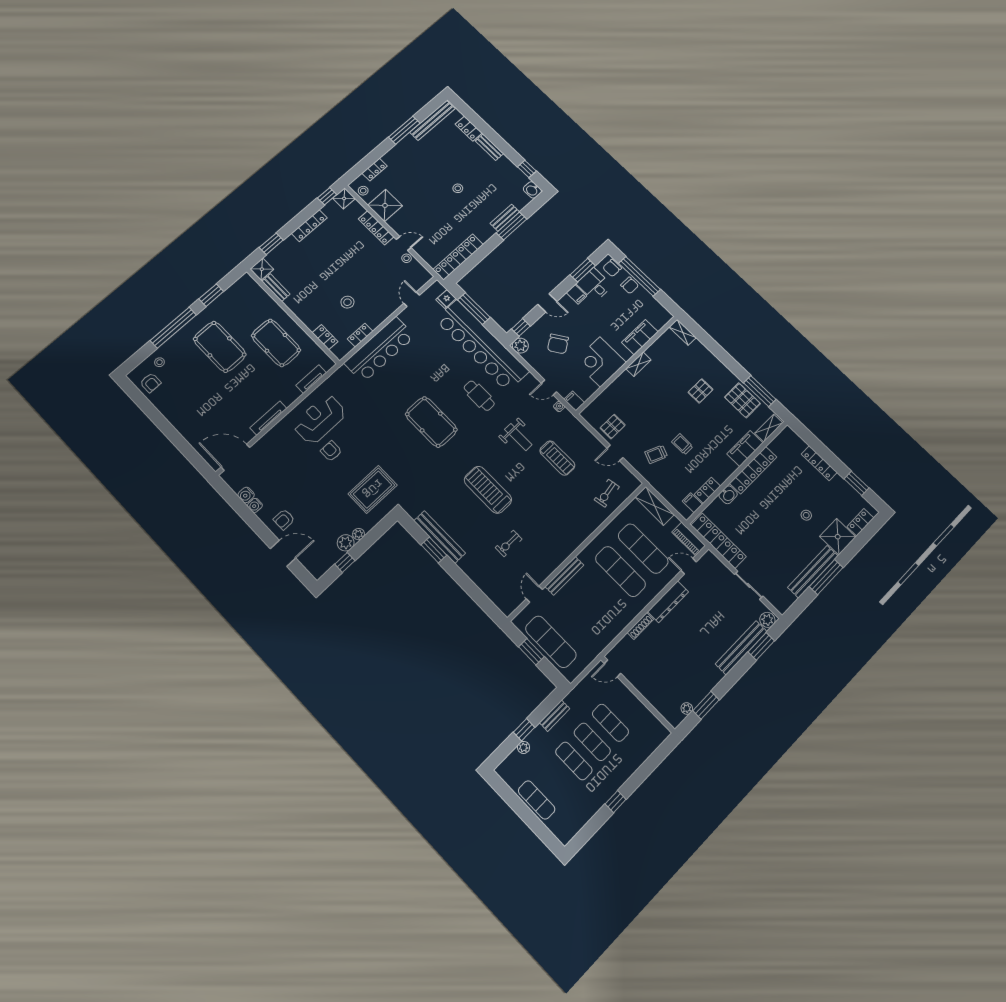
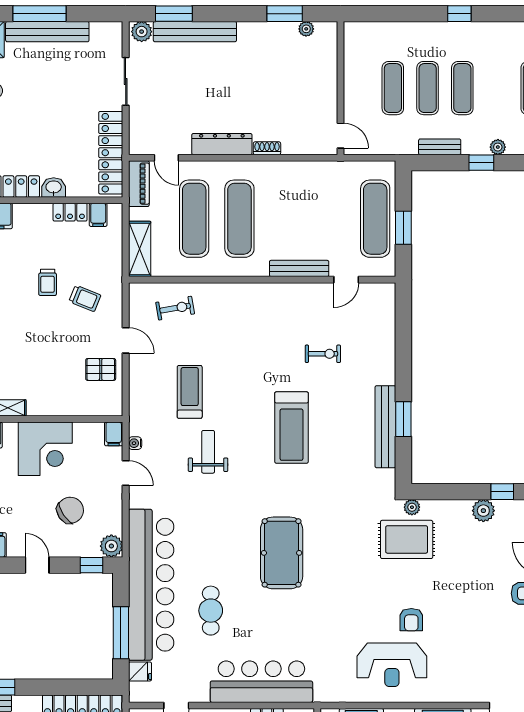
cafe table: (479, 396) -> (211, 611), moved
plant: (359, 534) -> (412, 507), moved
shoe rack: (640, 626) -> (267, 148), width x0.70

